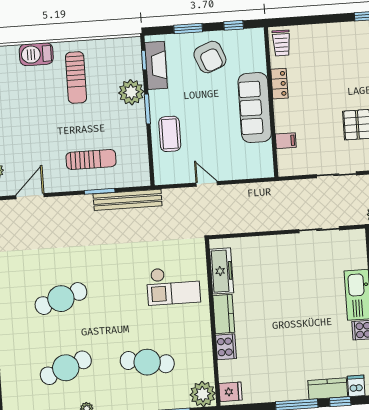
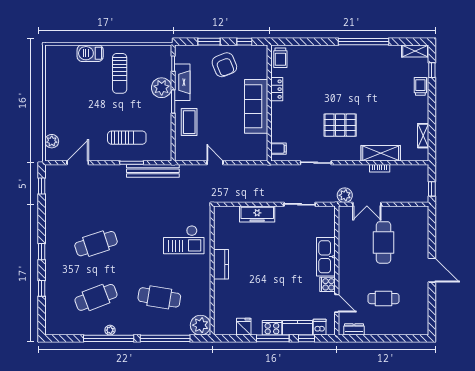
fireplace: (156, 65) -> (182, 82), moved
filing cabinet: (286, 141) -> (279, 149), moved
freezer: (222, 271) -> (257, 214), moved, turned 90
cooker: (226, 347) -> (272, 328), moved, turned -90
fridge: (231, 392) -> (244, 327), moved, turned -90

